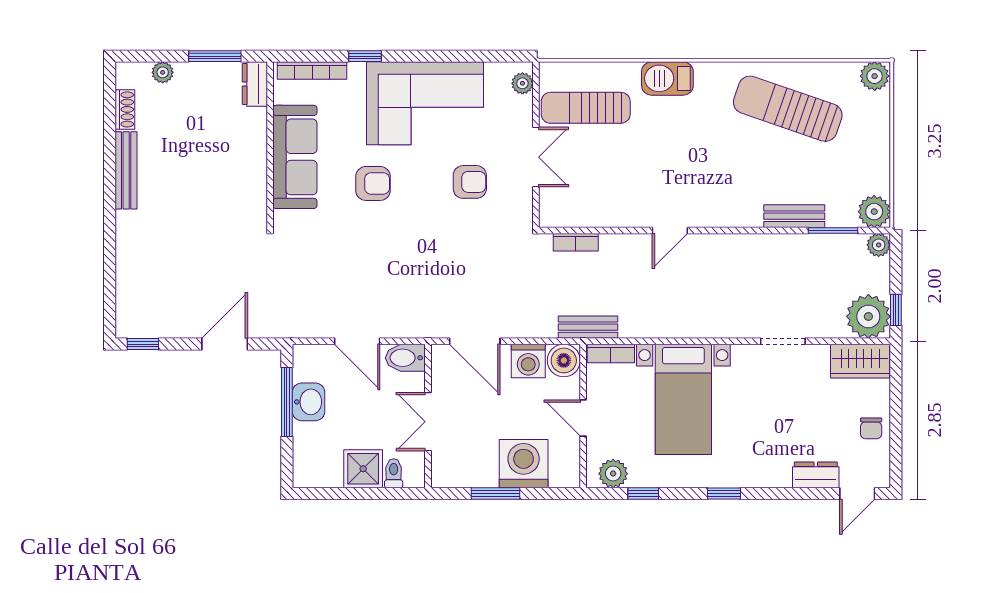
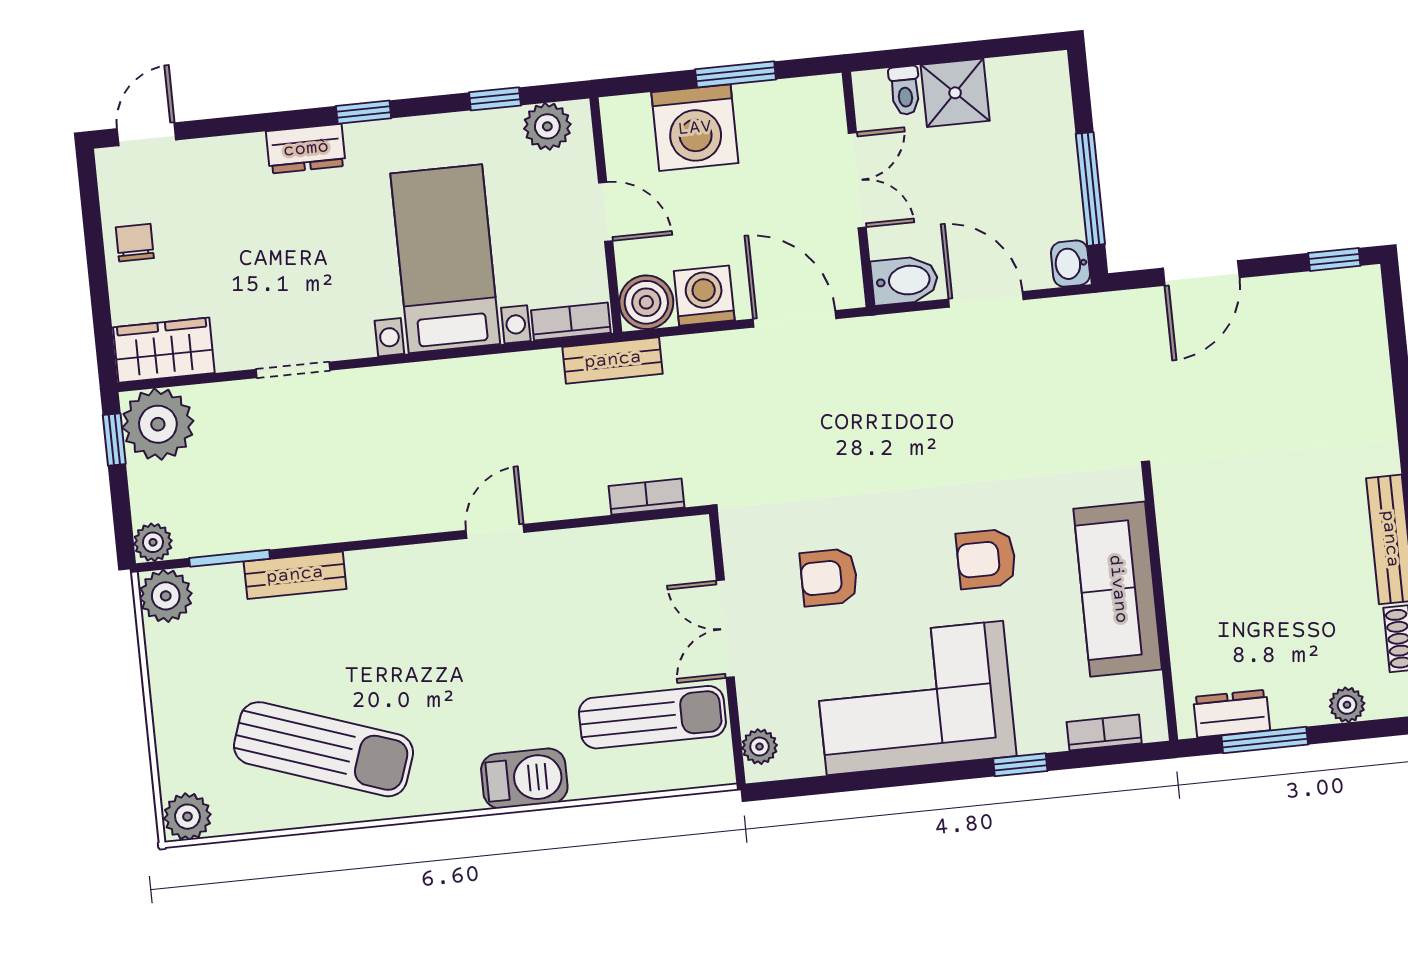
bookcase: (312, 71) -> (1104, 733), width x0.64
dresser: (255, 84) -> (1232, 714), moved, turned -90
washbasin: (309, 402) -> (1070, 264), moved, width x0.72, depth x0.69
dresser: (816, 475) -> (306, 149), moved

